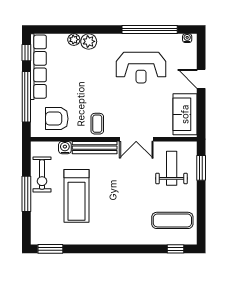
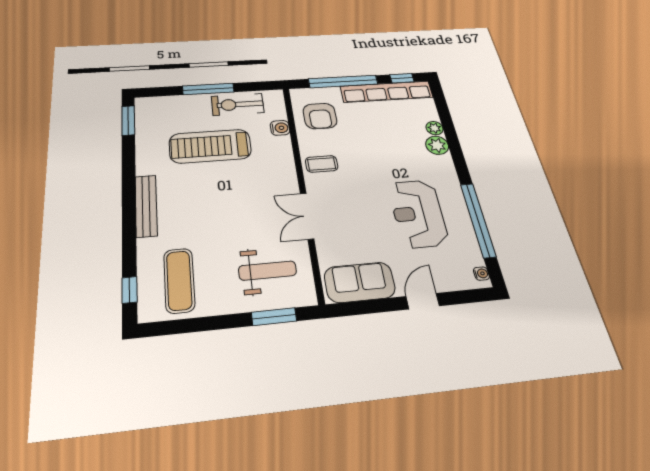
armchair: (57, 119) -> (320, 116), turned 180
bench: (95, 148) -> (146, 206), moved

